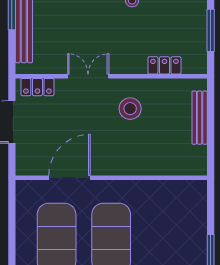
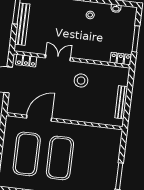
locker: (164, 65) -> (121, 59), moved
bench: (200, 118) -> (121, 102), moved

